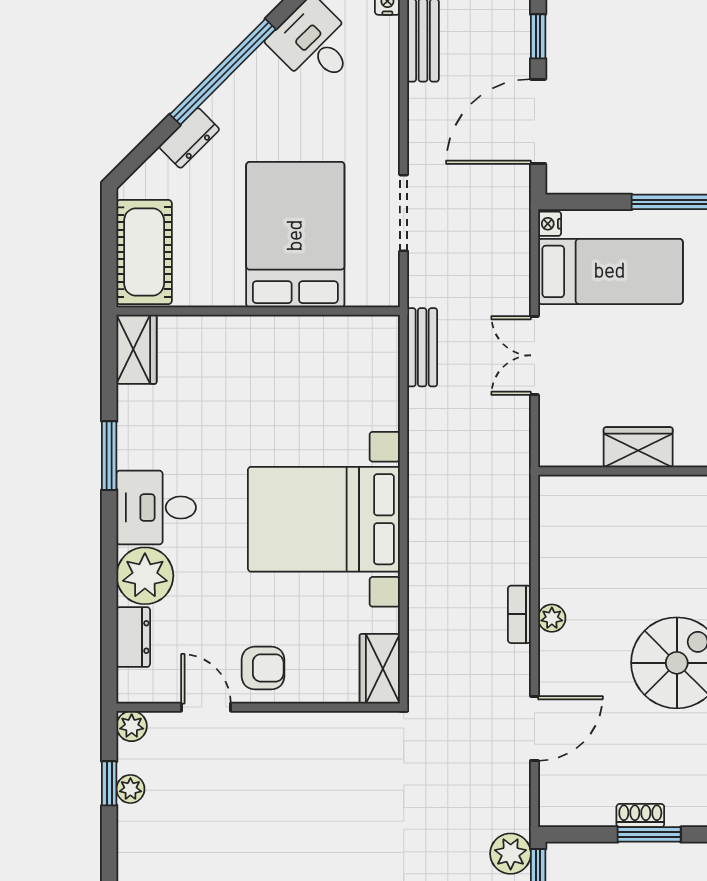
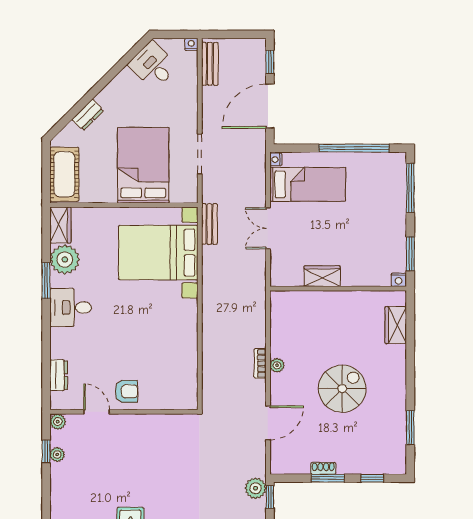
window: (223, 72) -> (105, 80), removed
bed with nightstands: (324, 519) -> (158, 253), moved
plant: (145, 576) -> (65, 259), moved
wardrobe: (380, 669) -> (187, 392), removed

